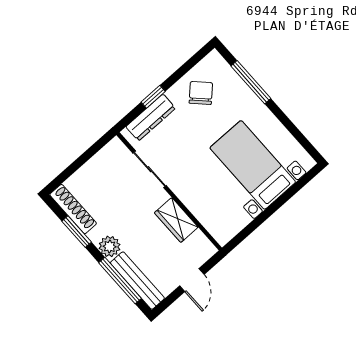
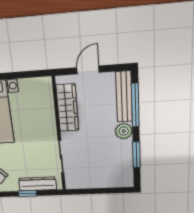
shoe rack: (73, 209) -> (127, 169), removed
wardrobe: (176, 220) -> (67, 108), width x1.50

